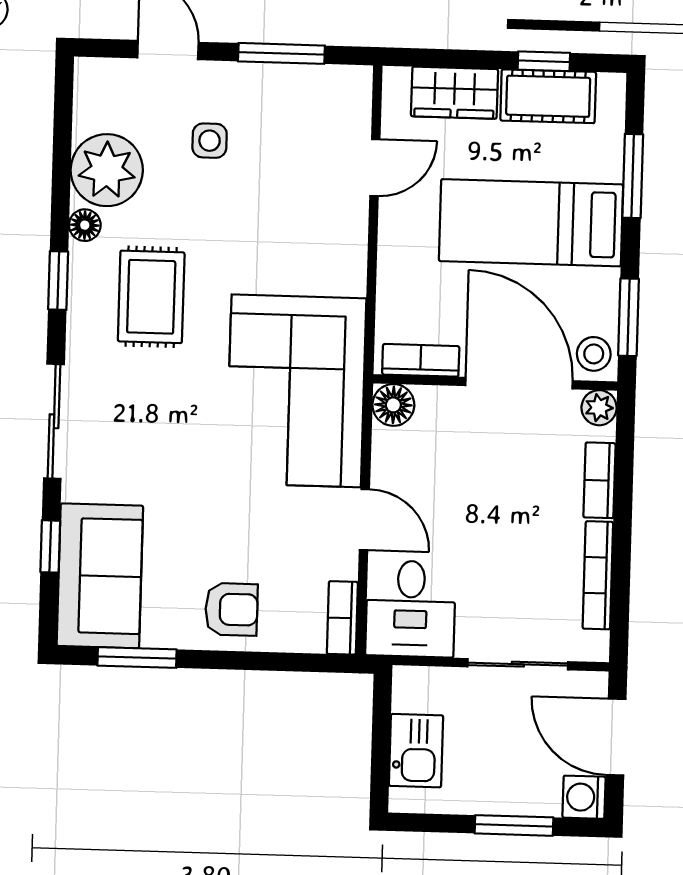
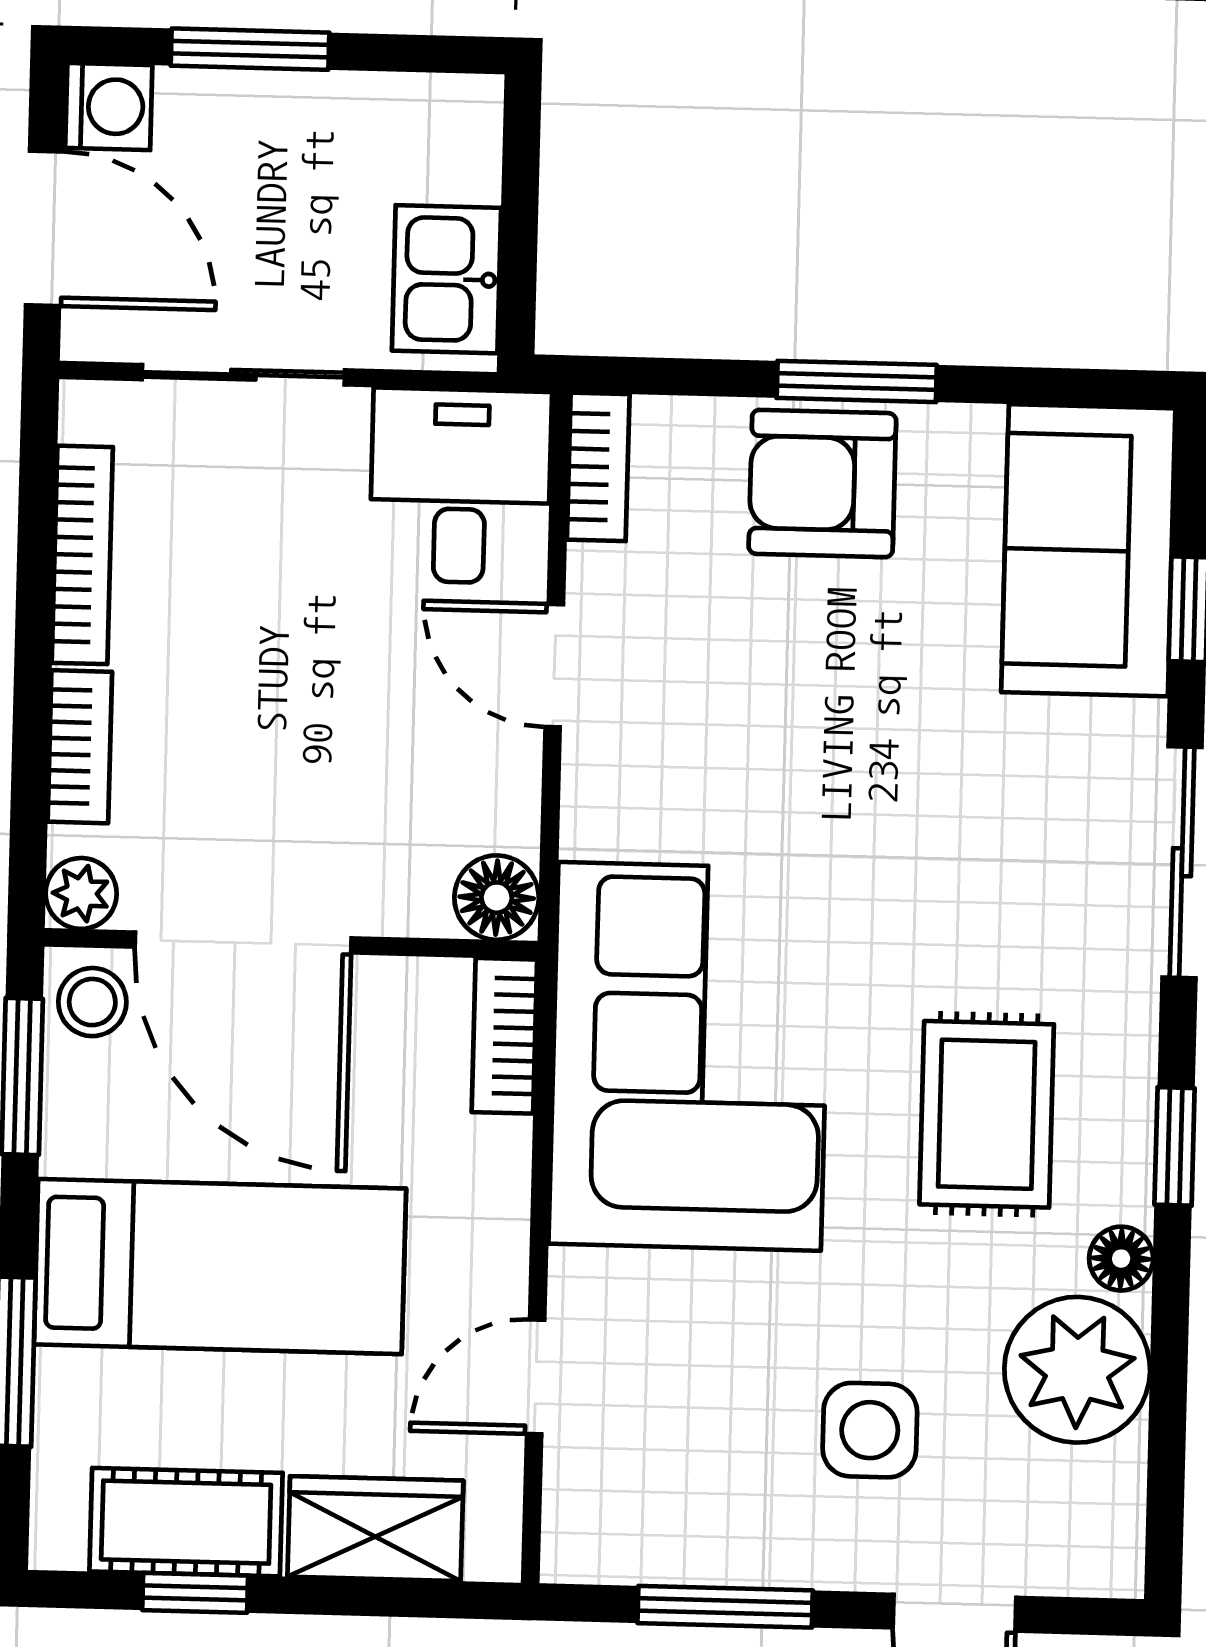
side table: (210, 141) -> (870, 1430), width x1.37, depth x1.37
bookcase: (421, 360) -> (504, 1036), moved, turned 90
corner sofa: (296, 391) -> (690, 1056), moved
armchair: (231, 609) -> (822, 484), width x1.38, depth x1.38
window: (137, 658) -> (857, 381), moved
kitchen sink: (416, 751) -> (446, 279), moved

